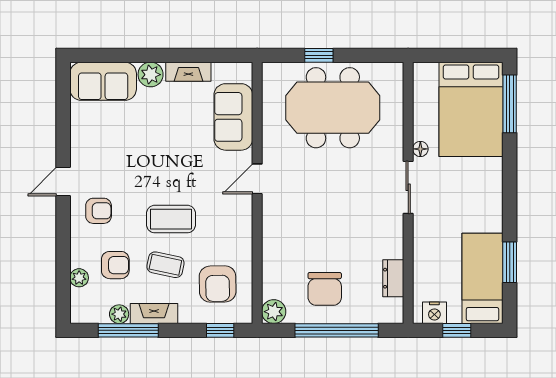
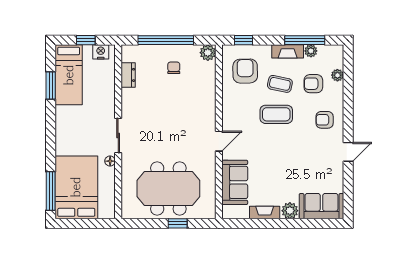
door: (63, 182) -> (348, 152), moved
chair: (325, 289) -> (174, 68), width x0.54, depth x0.54

